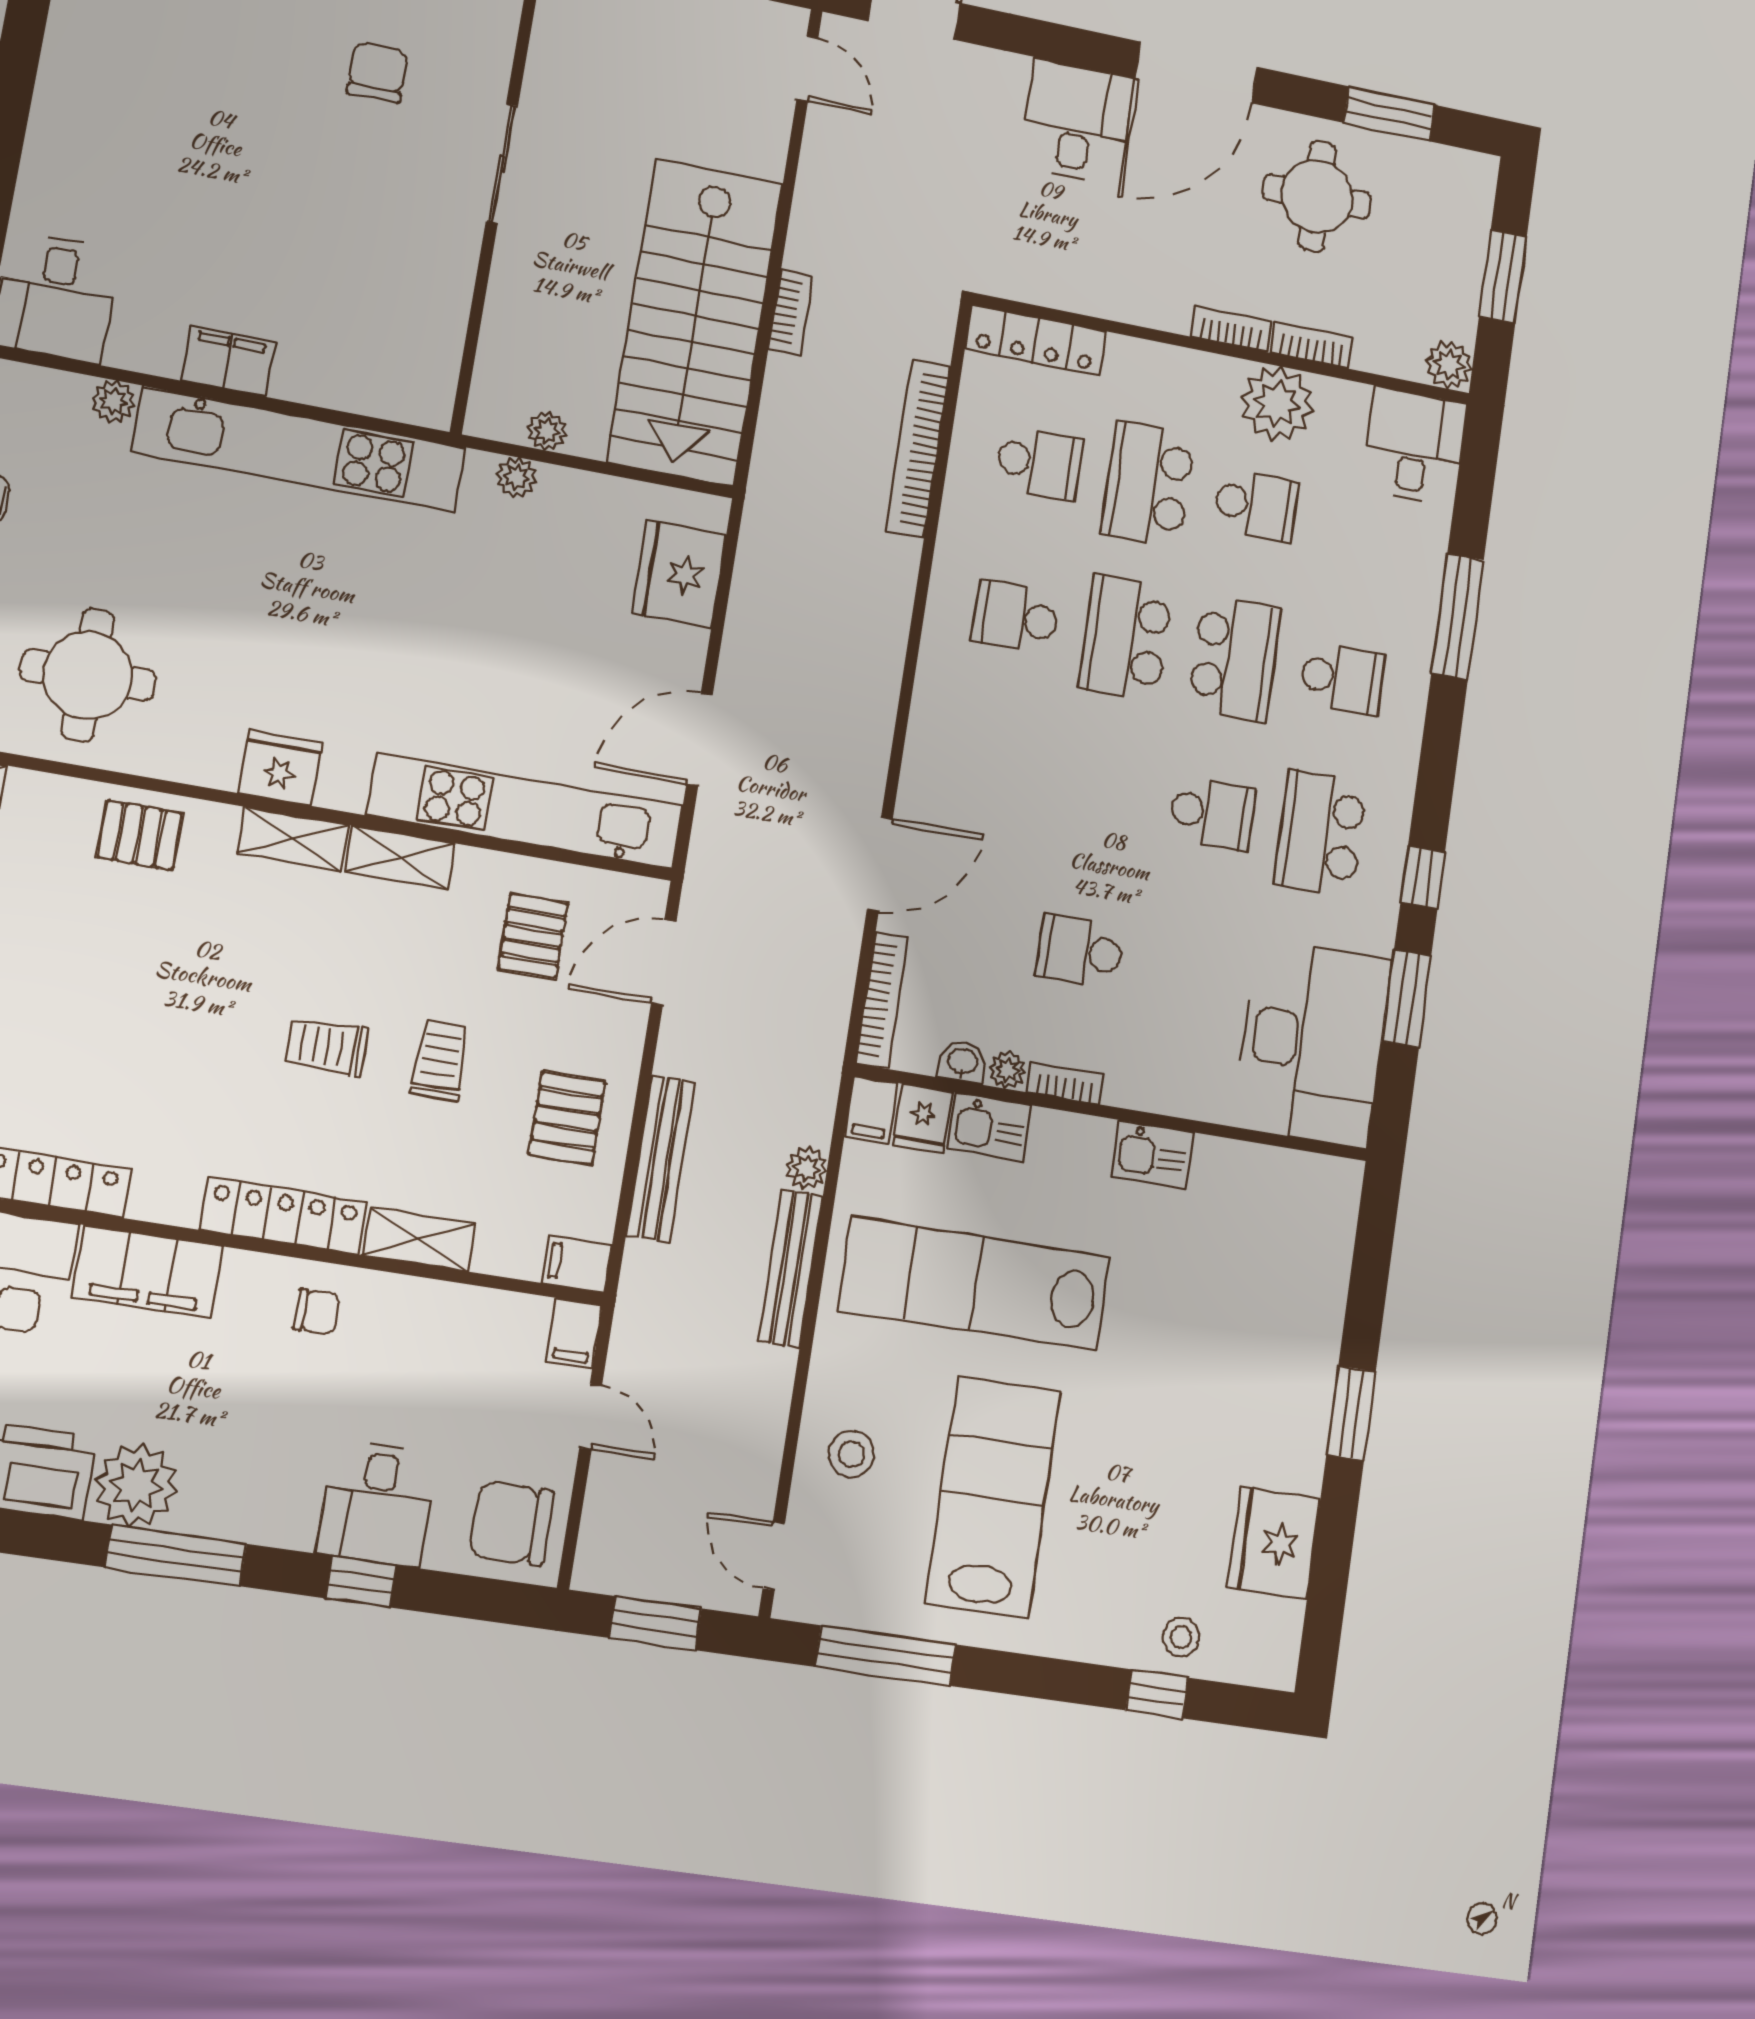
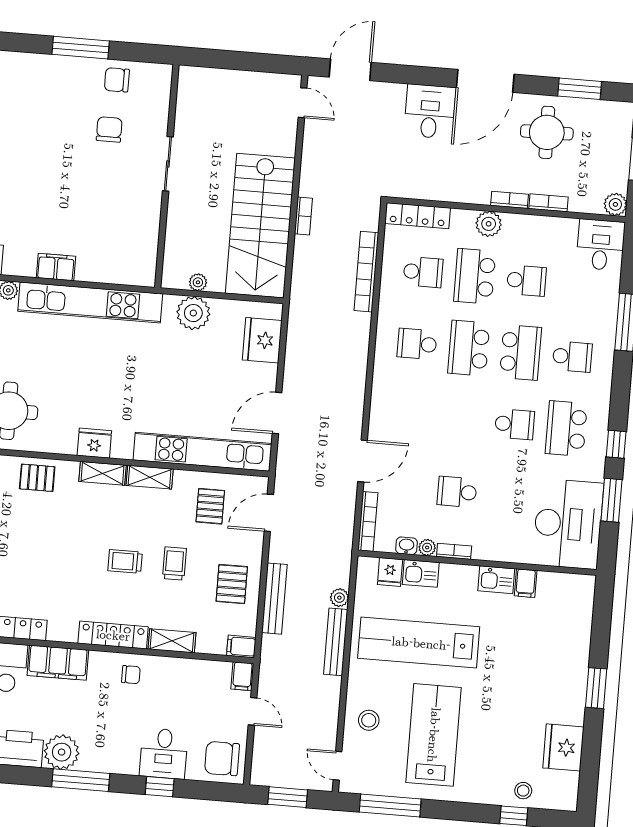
plant: (1277, 404) -> (489, 224), moved, width x0.73, depth x0.73
plant: (516, 477) -> (193, 313), width x1.88, depth x1.88
filing cabinet: (871, 1110) -> (526, 583), moved

